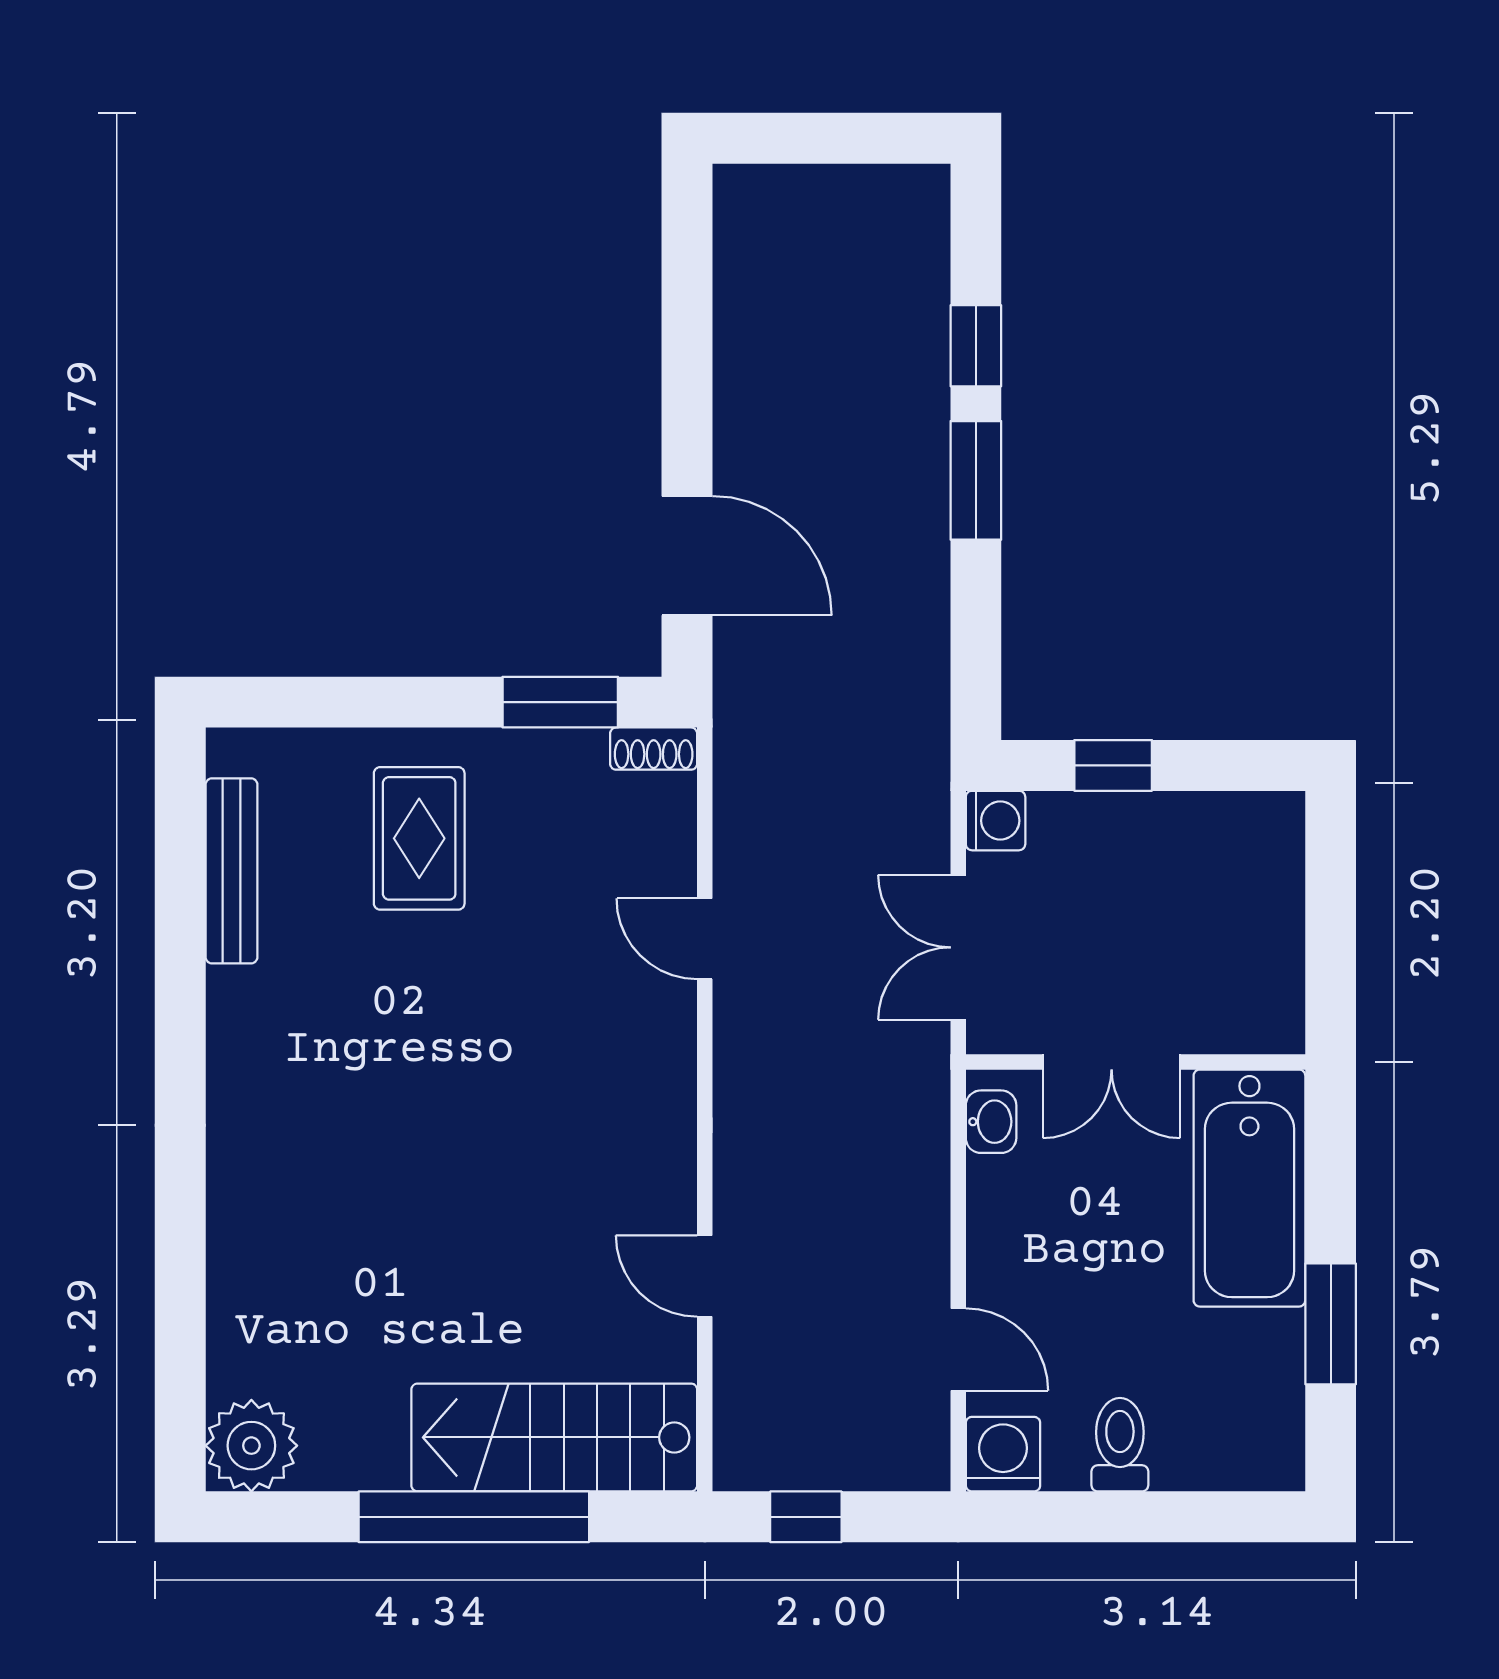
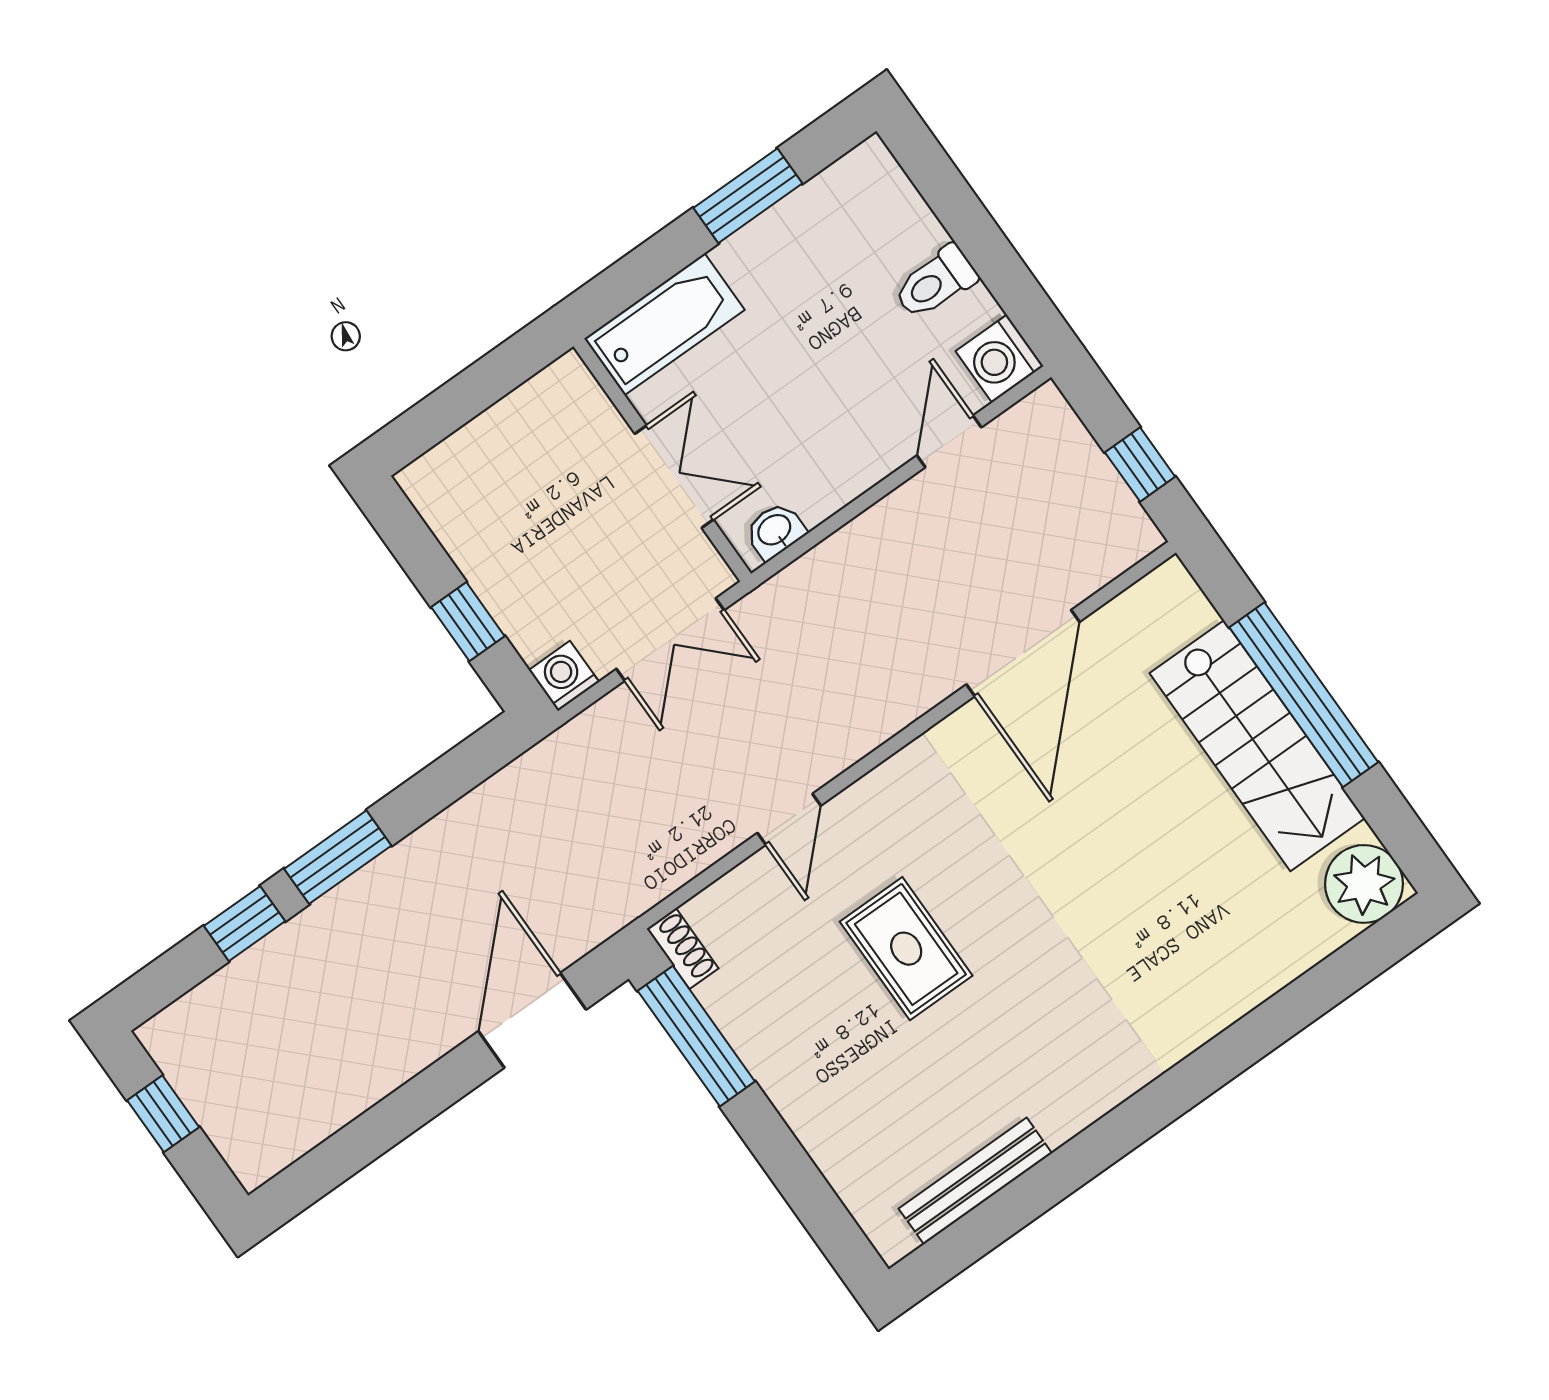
window: (849, 138) -> (163, 1114), added
window: (560, 702) -> (696, 1036), width x1.44
rug: (419, 838) -> (906, 949), moved, turned 90
bathtub: (1249, 1188) -> (664, 324), width x0.73, depth x0.73
door: (705, 1276) -> (1023, 653), width x1.88
stairs: (554, 1437) -> (1257, 746), moved

